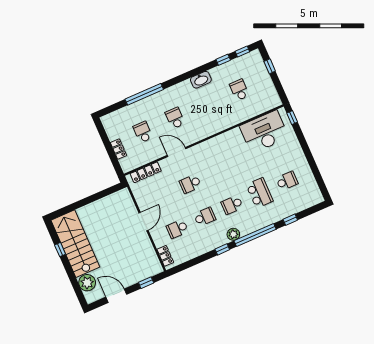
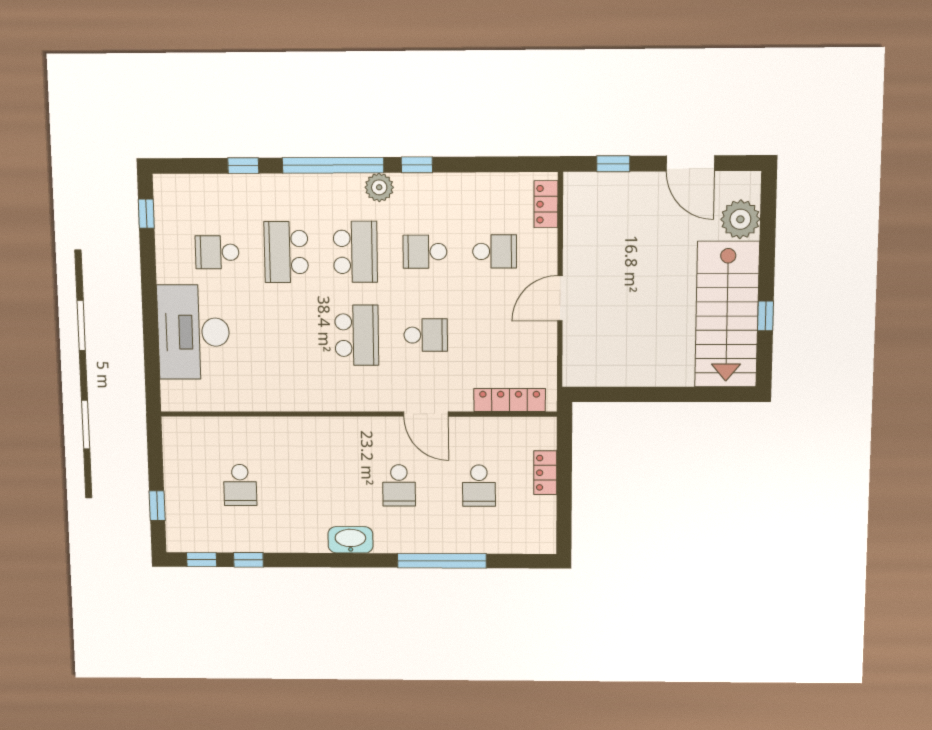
washbasin: (201, 80) -> (350, 540), moved
window: (292, 118) -> (146, 214), moved
desk: (264, 132) -> (194, 332), moved, turned 90
school desk: (218, 172) -> (357, 335), added
school desk: (232, 205) -> (355, 252), width x1.85

